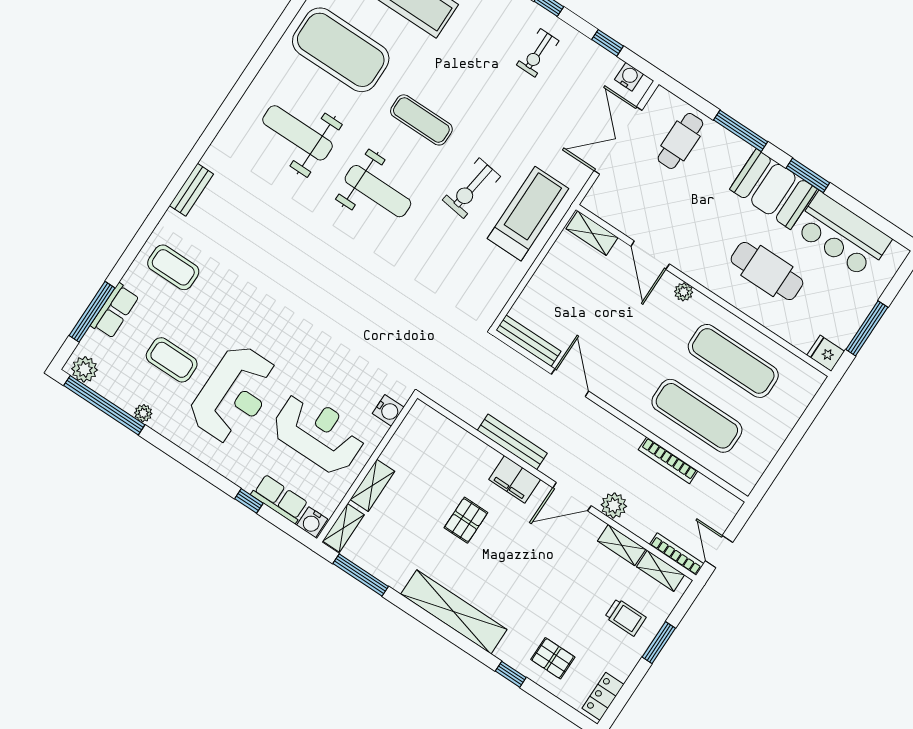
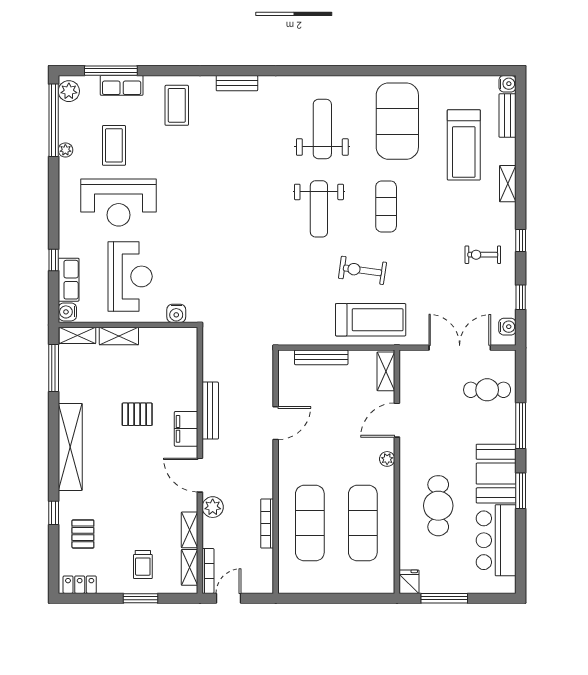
bench: (528, 341) -> (321, 357), moved, turned 90

